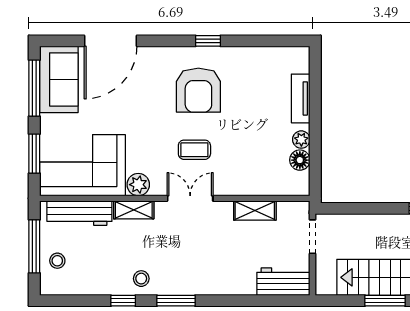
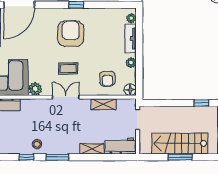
plant: (302, 64) -> (131, 18), added
armchair: (198, 90) -> (71, 34), turned 180
floor lamp: (300, 160) -> (130, 90), moved
armchair: (261, 167) -> (107, 79), added
shelving: (134, 210) -> (92, 149), moved

